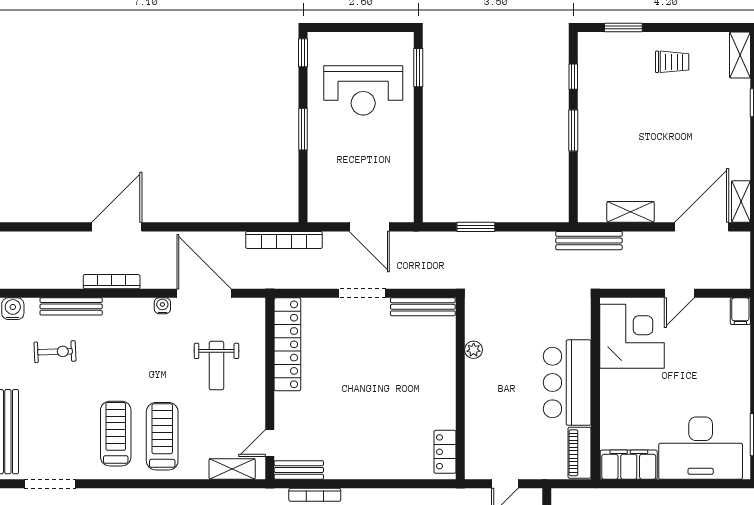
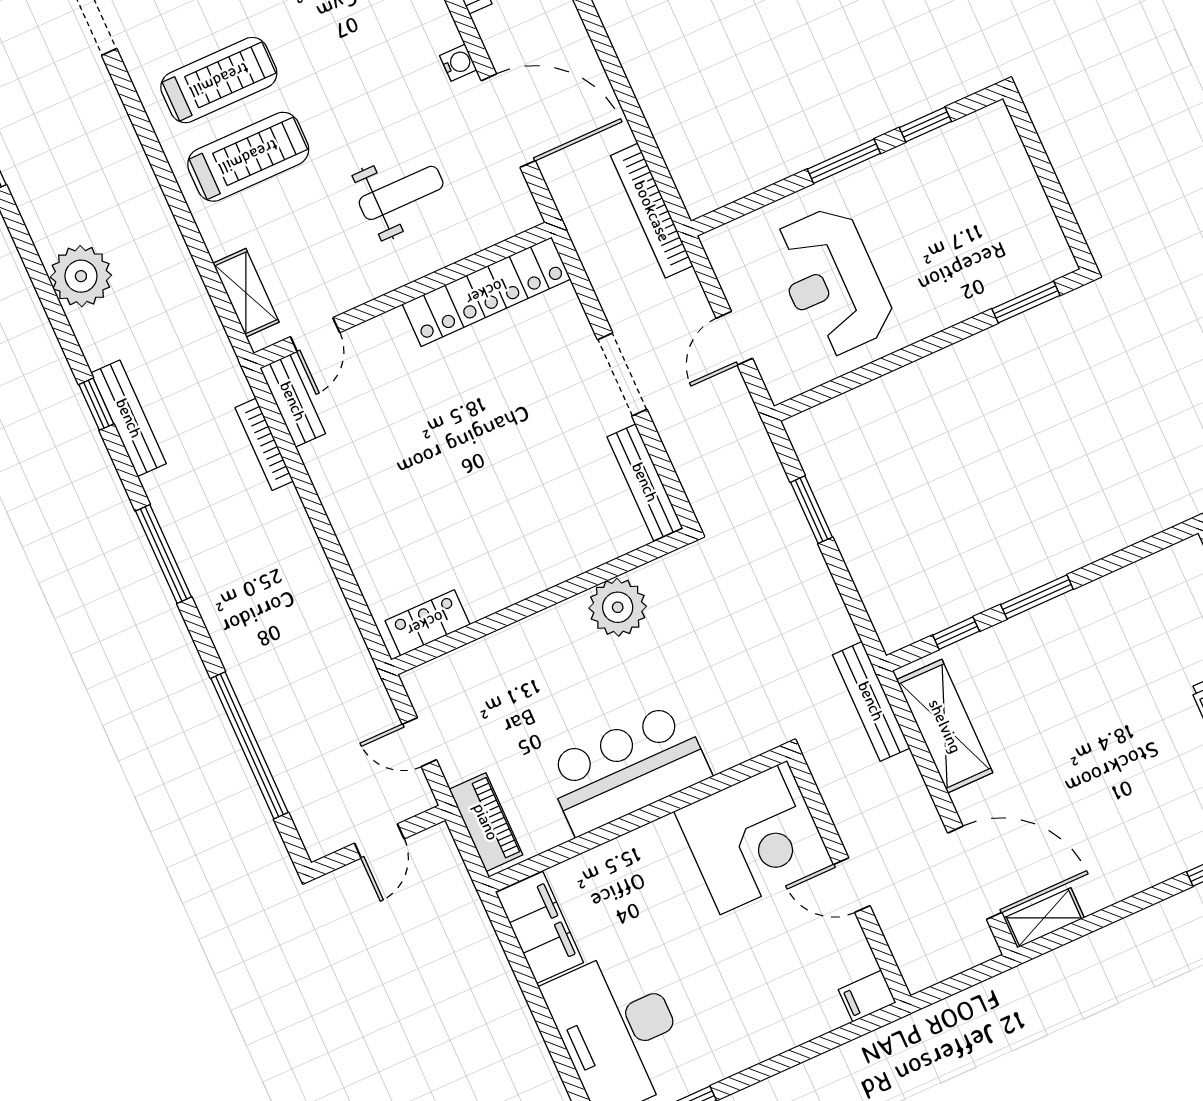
window: (303, 53) -> (925, 125), moved
window: (573, 77) -> (956, 633), moved
reception desk: (363, 90) -> (832, 282), moved
shelving: (630, 212) -> (945, 726), width x1.50, depth x1.33
door: (369, 227) -> (734, 338), width x0.73
door: (204, 293) -> (508, 121), hinge flipped
plant: (474, 350) -> (618, 607), width x1.88, depth x1.88
weight bench: (216, 366) -> (401, 193), turned 180
door: (270, 443) -> (315, 335), swing flipped
piano: (580, 453) -> (486, 822), moved, turned 90

